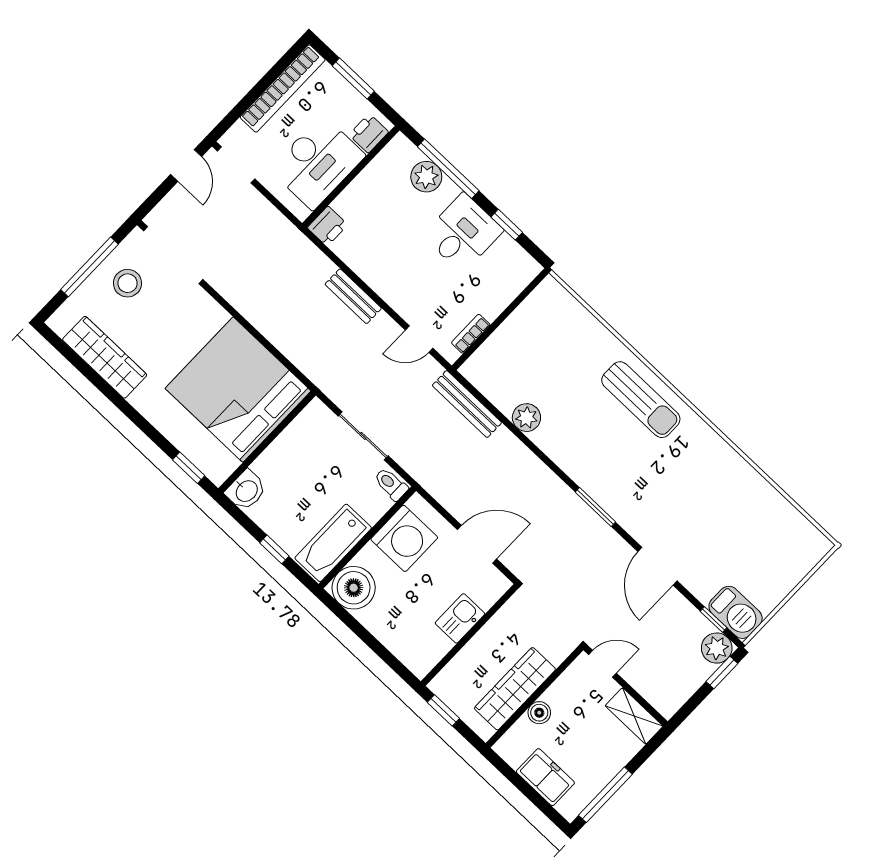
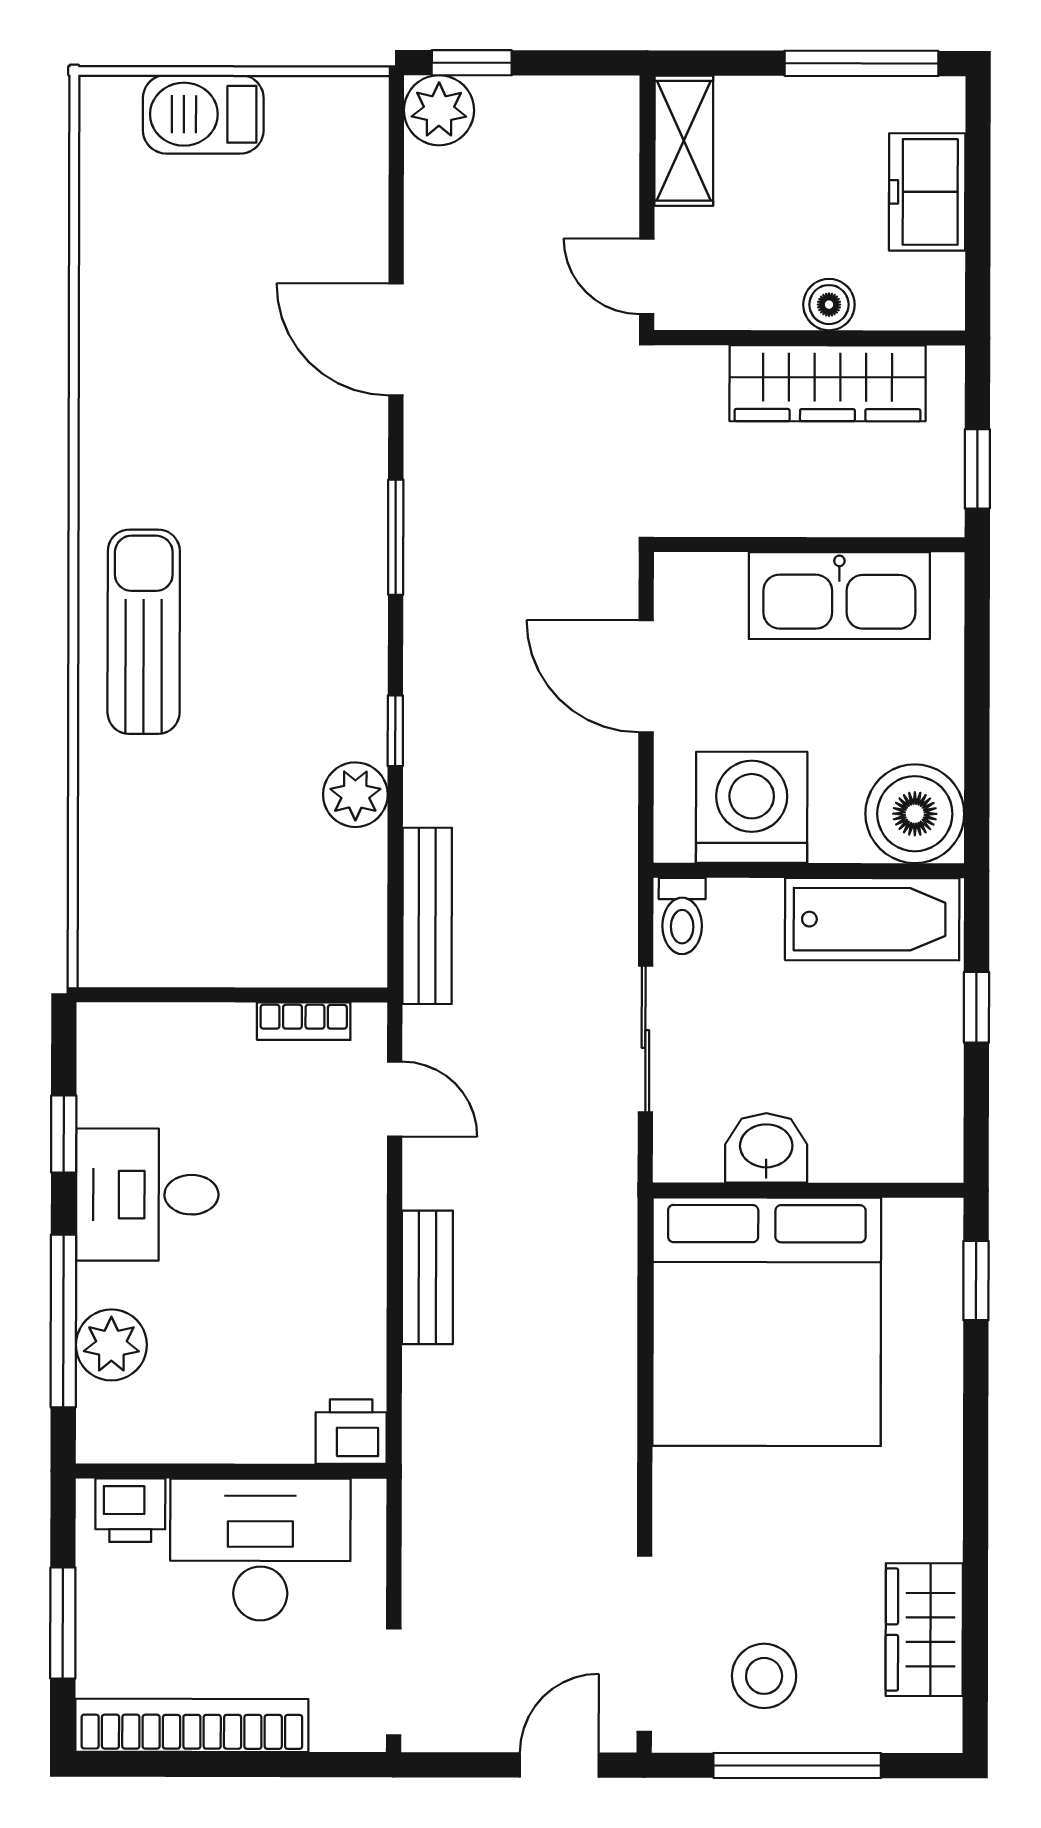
door: (186, 165) -> (559, 1765), moved
wardrobe: (105, 357) -> (924, 1630), width x0.67
washbasin: (246, 490) -> (766, 1148), moved
door: (657, 566) -> (396, 339), swing flipped
barbecue: (736, 612) -> (203, 114), moved, turned -90
kitchen sink: (460, 618) -> (839, 596), width x1.88, depth x1.24
window: (713, 619) -> (395, 731), moved

